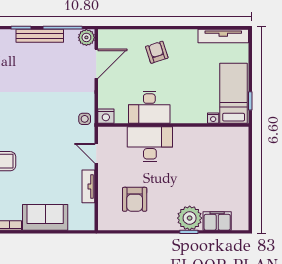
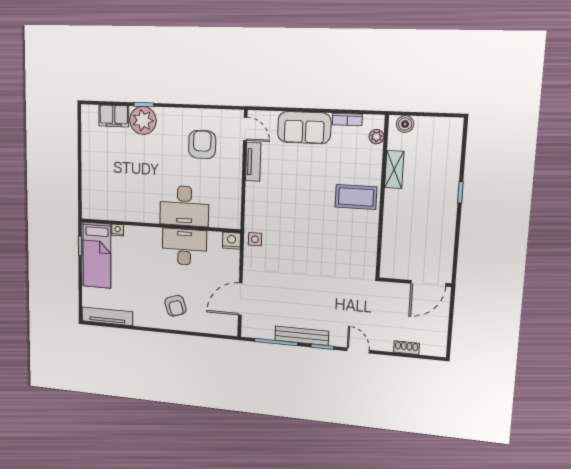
plant: (86, 37) -> (250, 329), removed
door: (96, 153) -> (245, 129), moved

